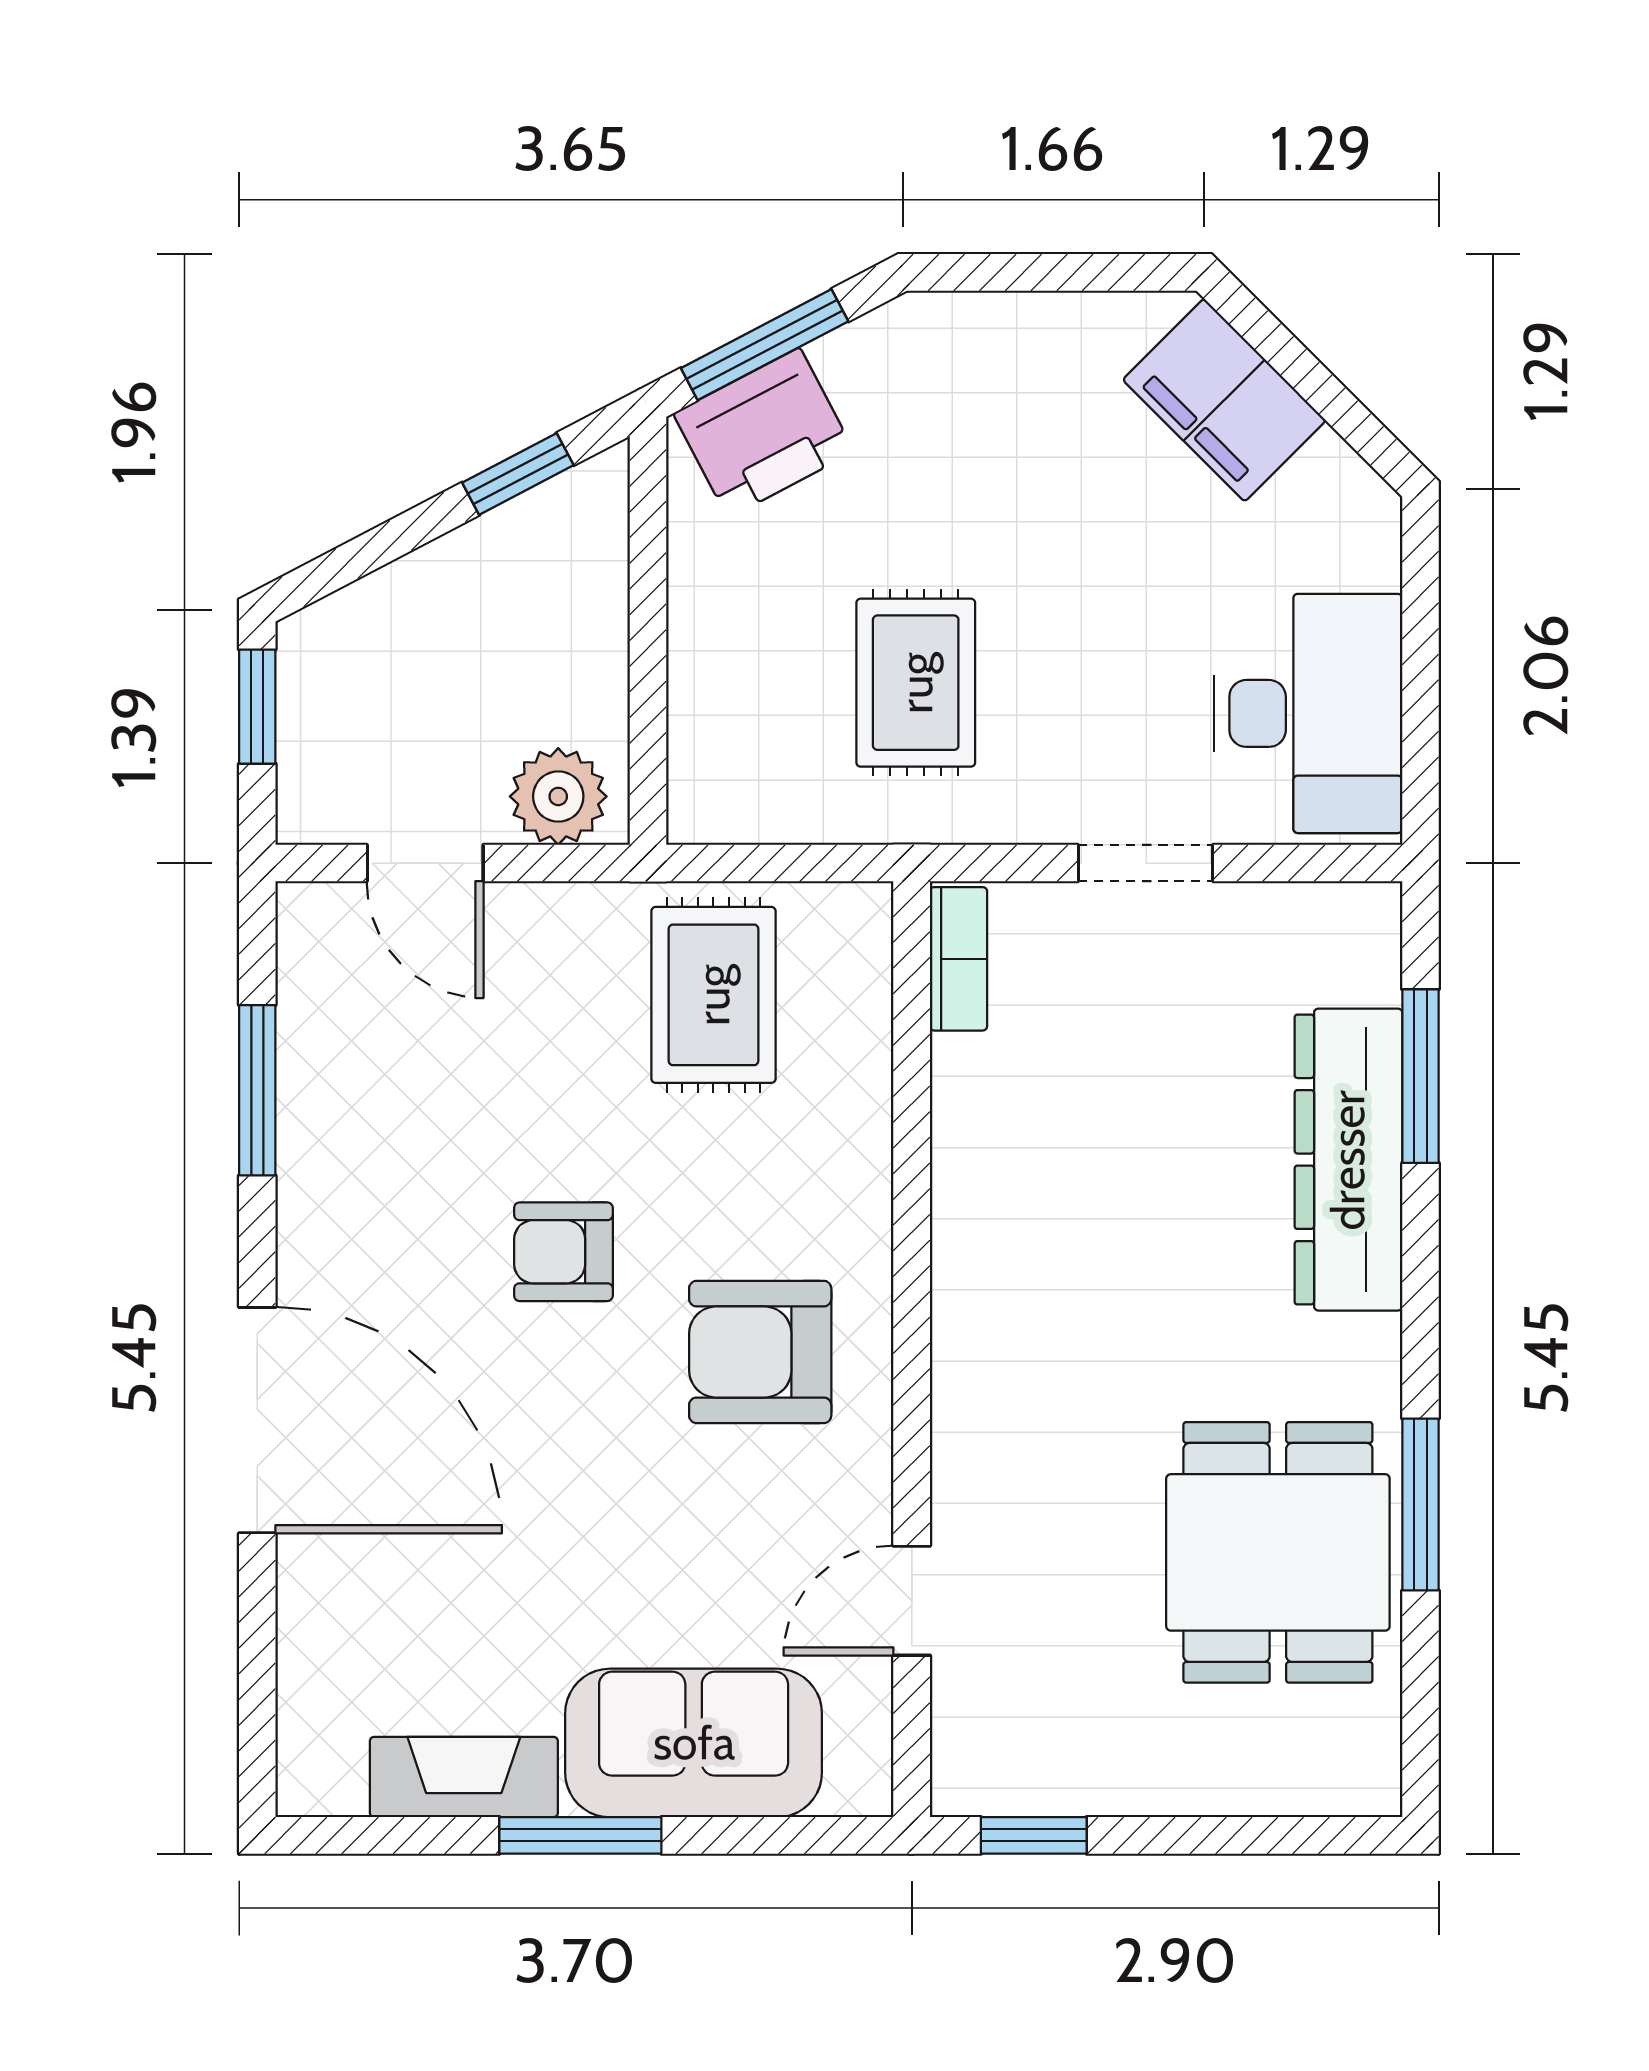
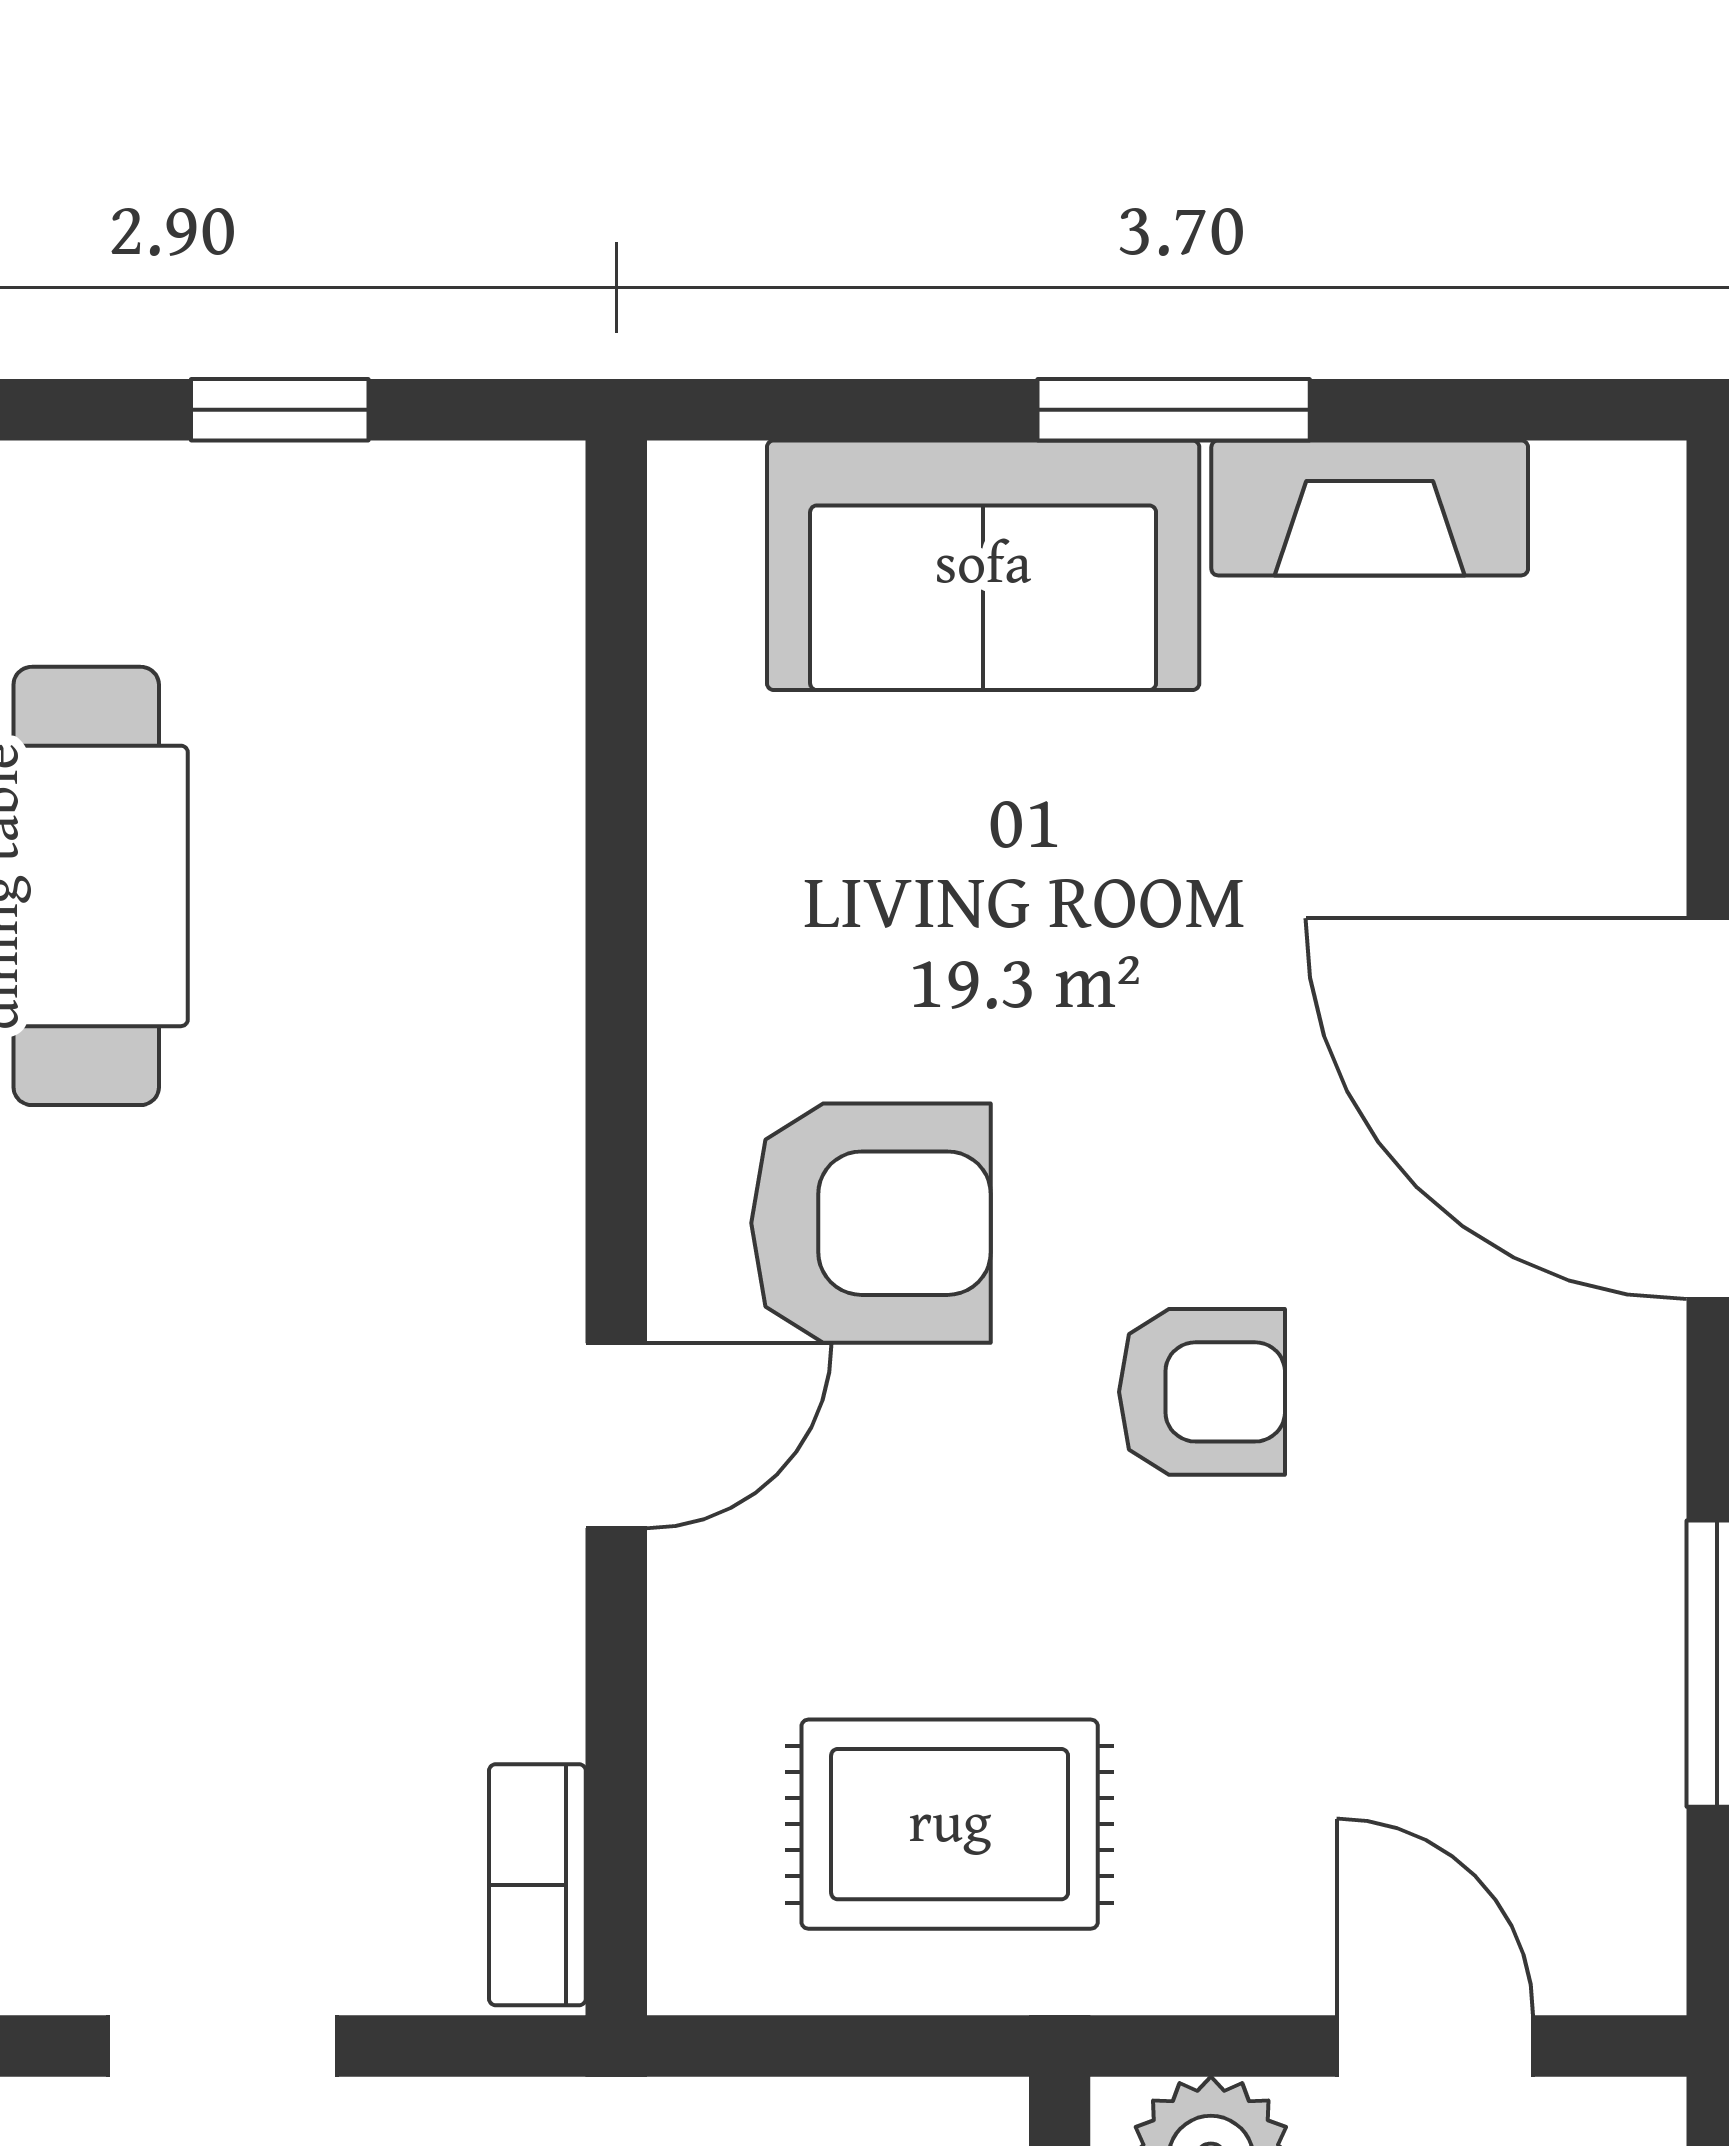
rug: (713, 995) -> (950, 1824), turned 90
door: (912, 1601) -> (616, 1436), moved
window: (1034, 1835) -> (280, 410), moved

